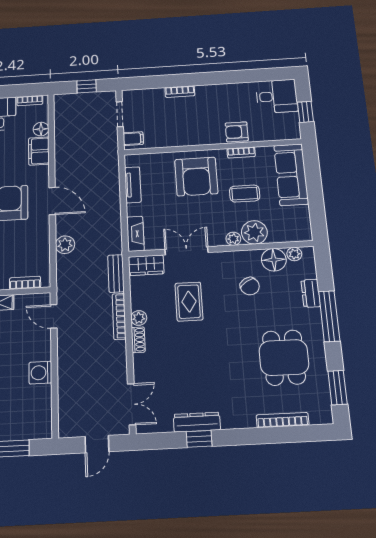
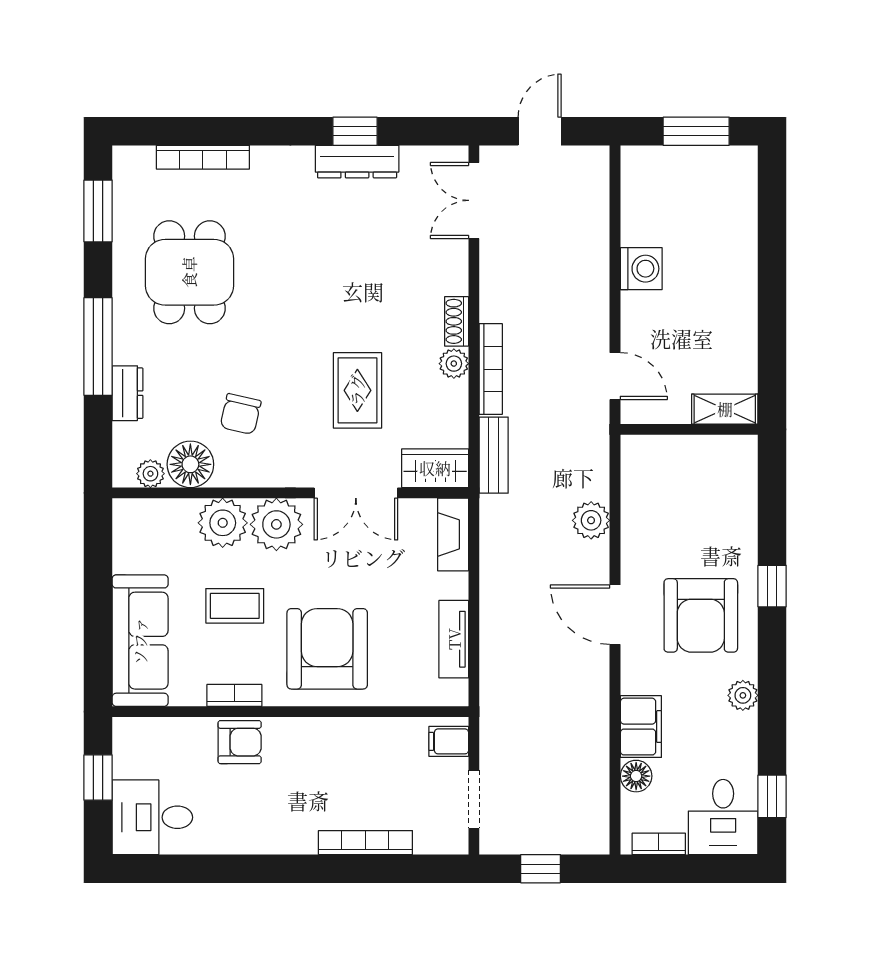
bookcase: (180, 92) -> (365, 843), width x1.56
plant: (233, 239) -> (276, 524), width x1.88, depth x1.88
bookcase: (25, 283) -> (670, 447), removed
chair: (250, 286) -> (241, 414), turned -136

